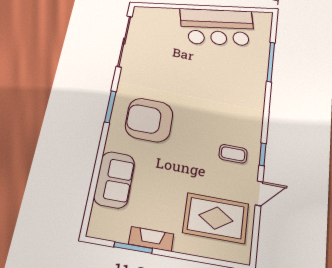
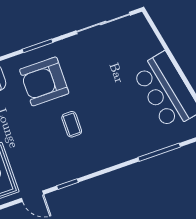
armchair: (149, 120) -> (44, 81), turned -90
coffee table: (233, 154) -> (72, 124), moved

